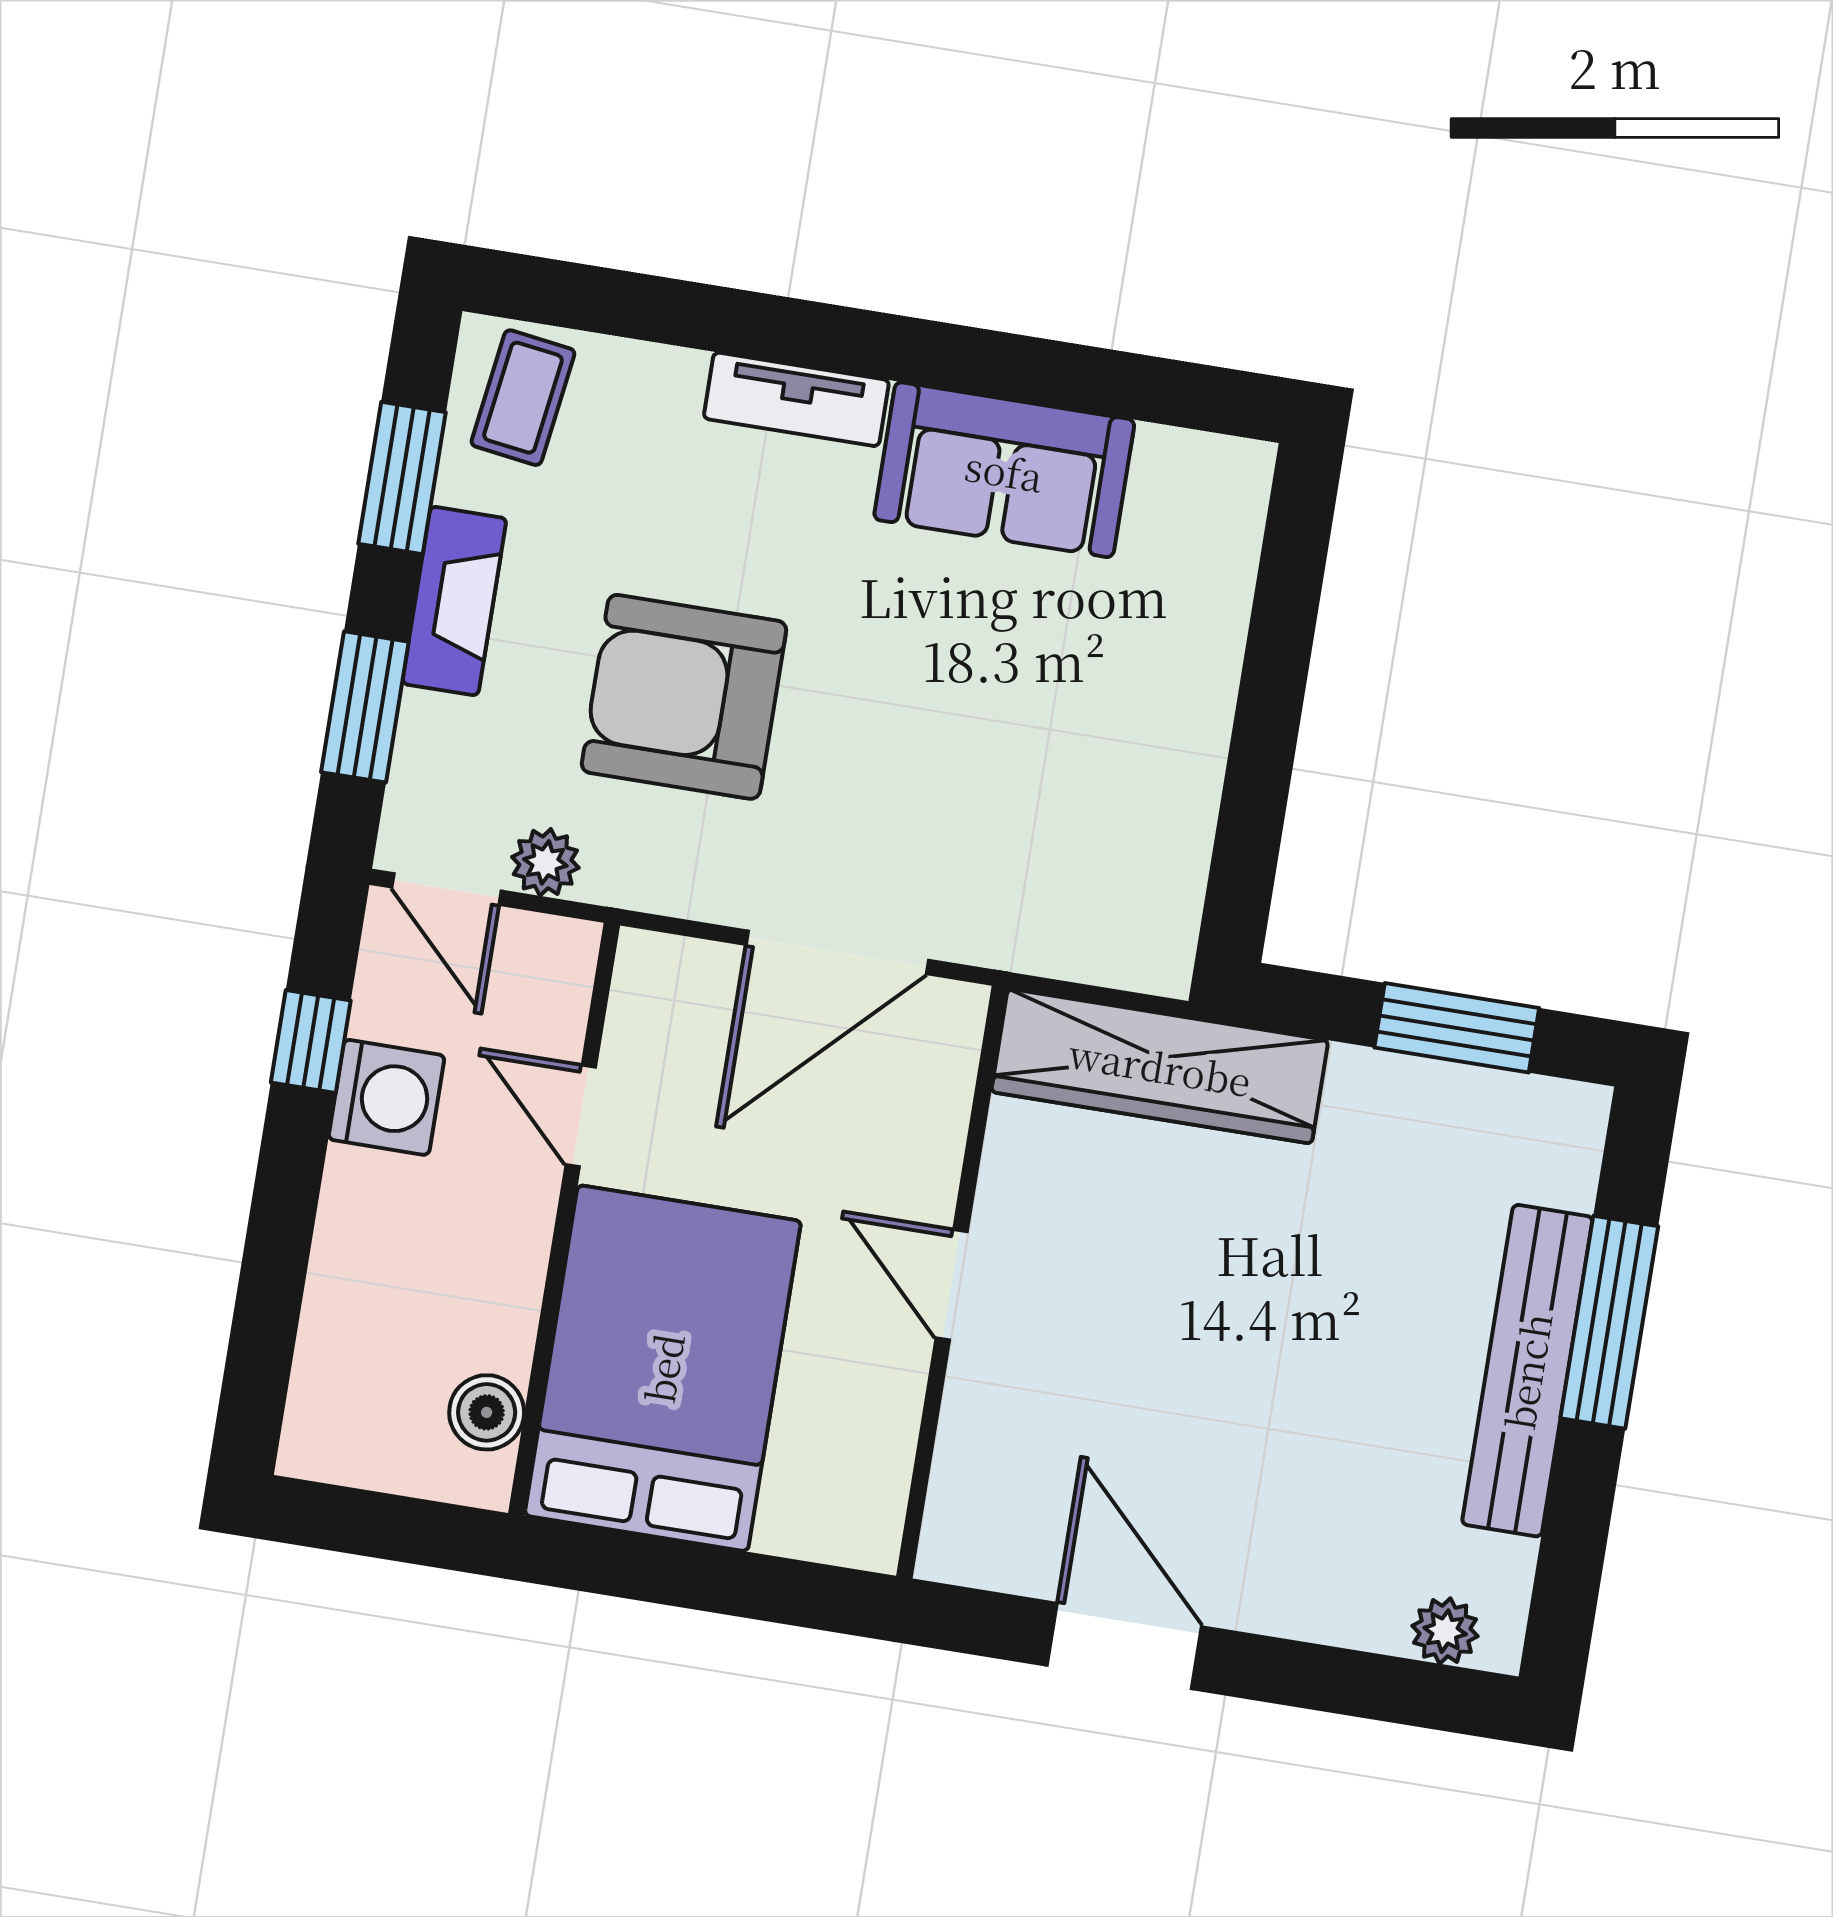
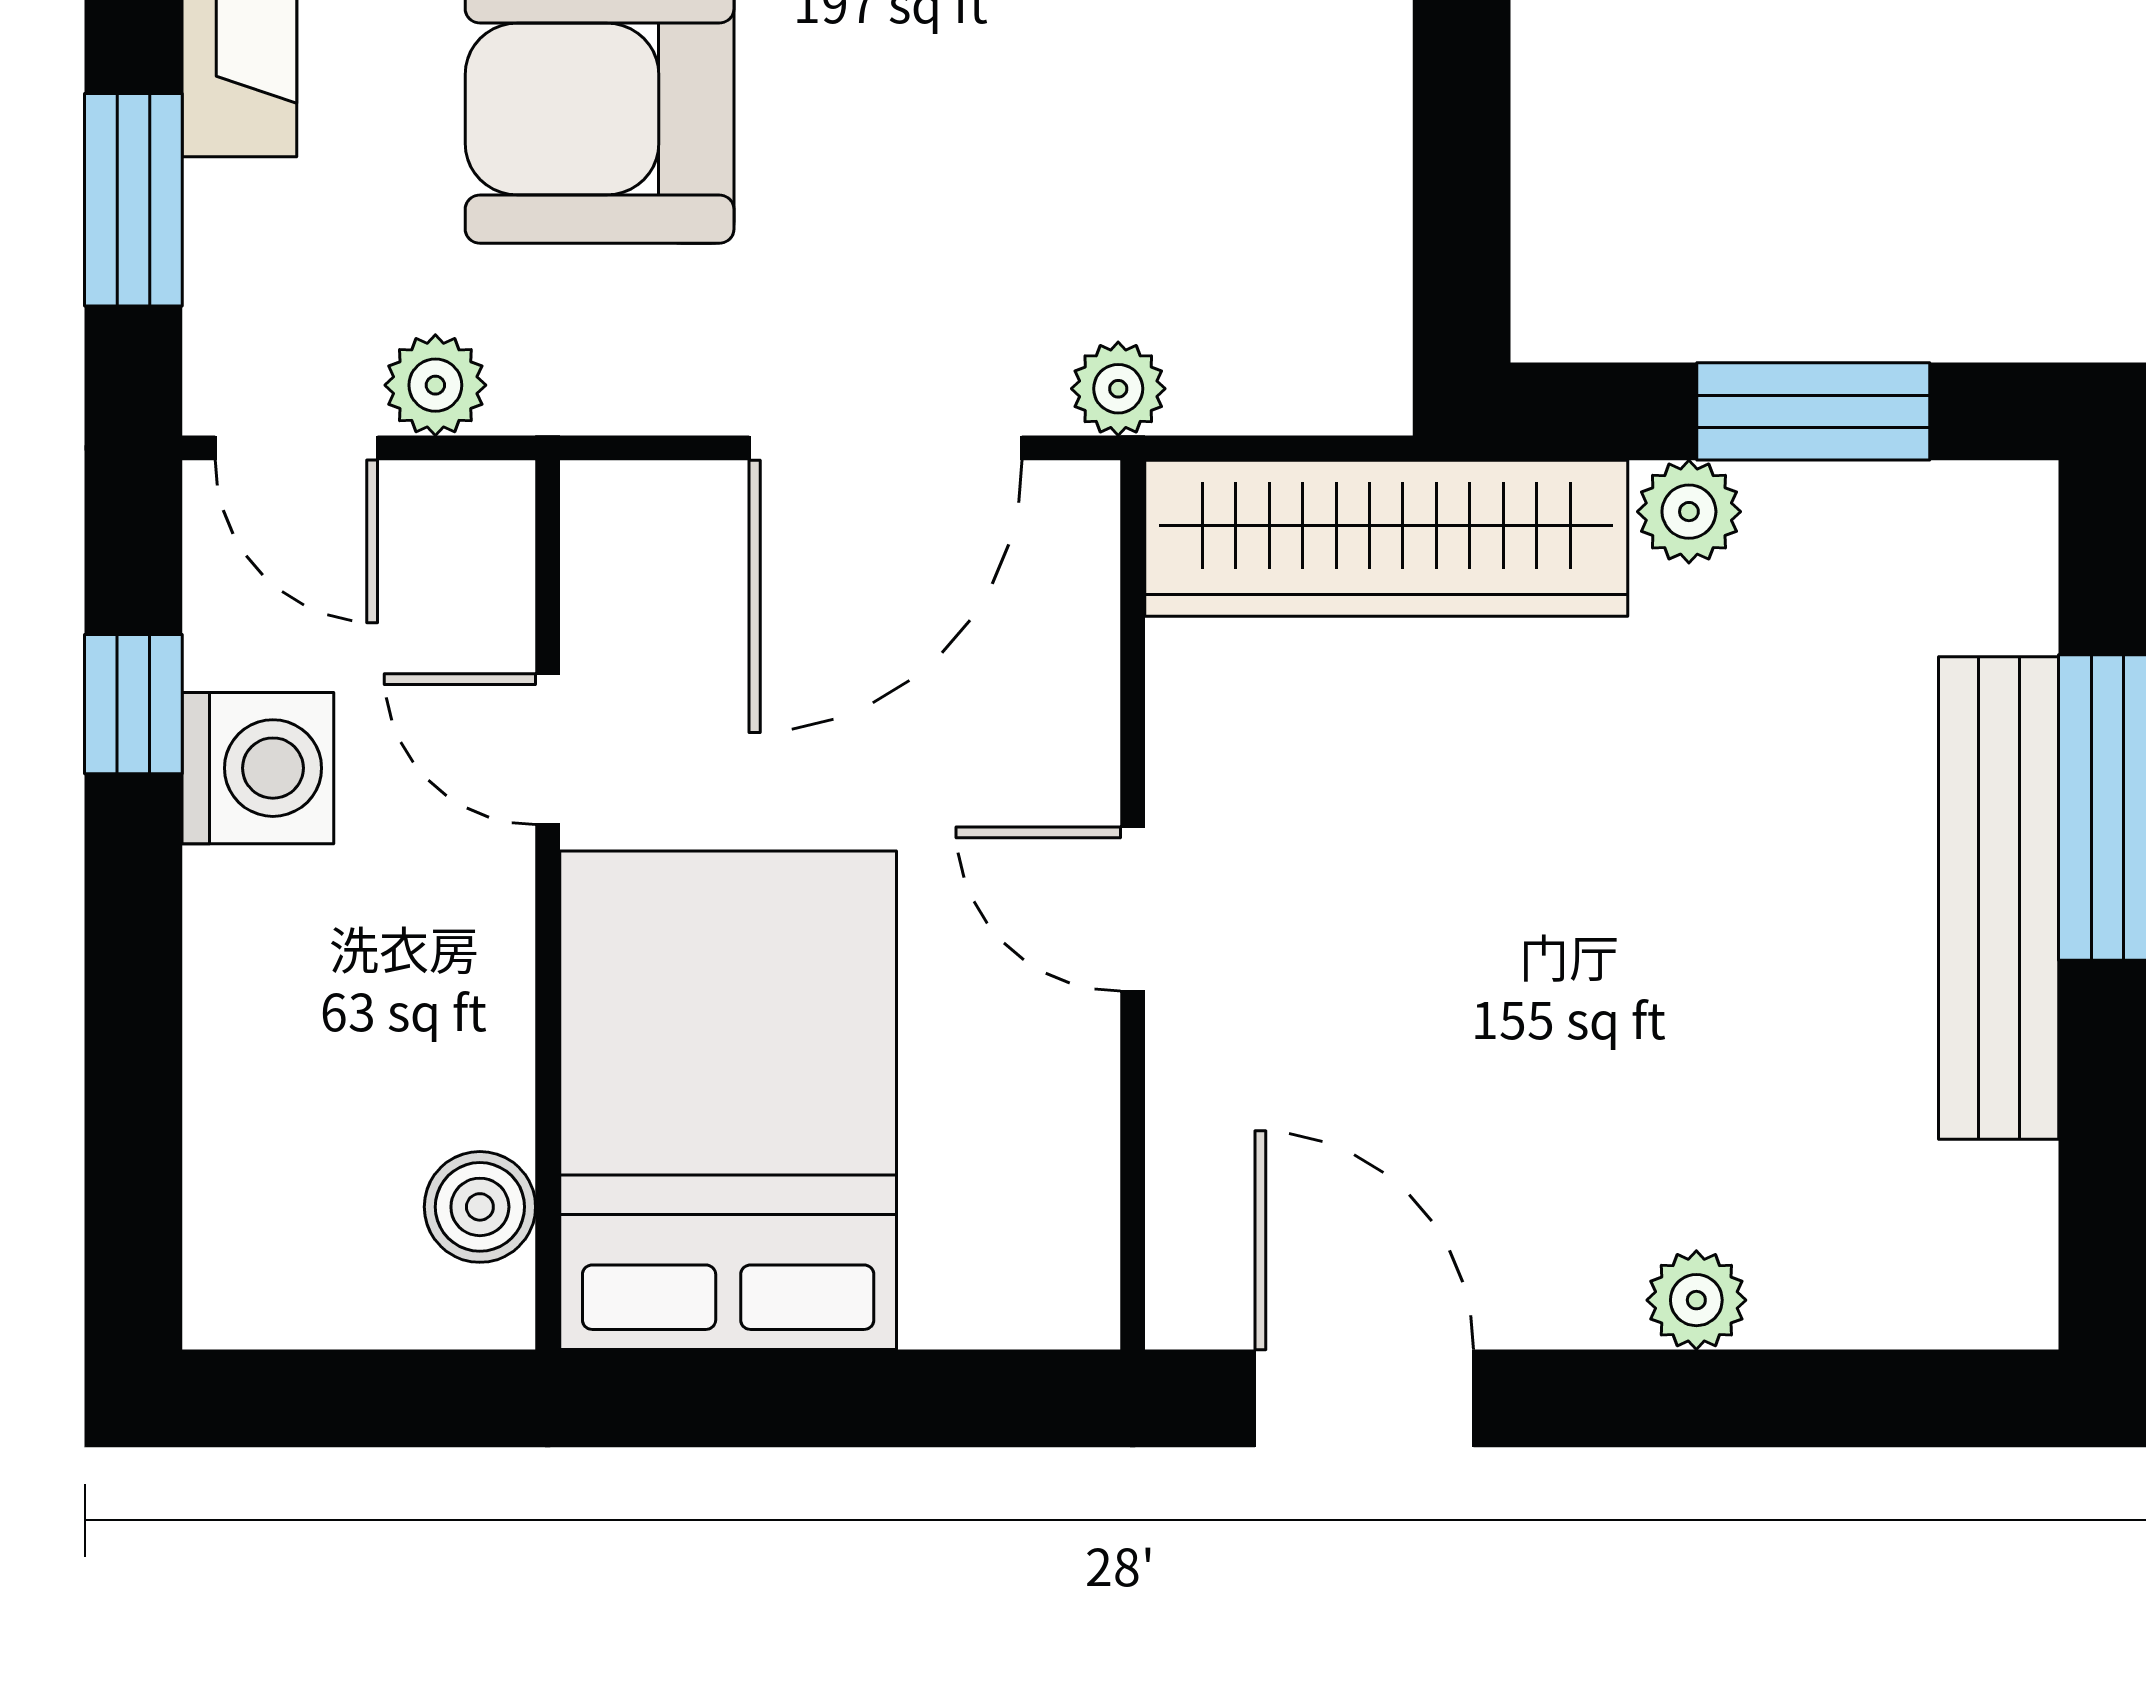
plant: (998, 938) -> (1118, 389), added
plant: (1363, 1081) -> (1689, 512), added
plant: (1445, 1631) -> (1696, 1300), moved
door: (1124, 1646) -> (1364, 1398), moved

